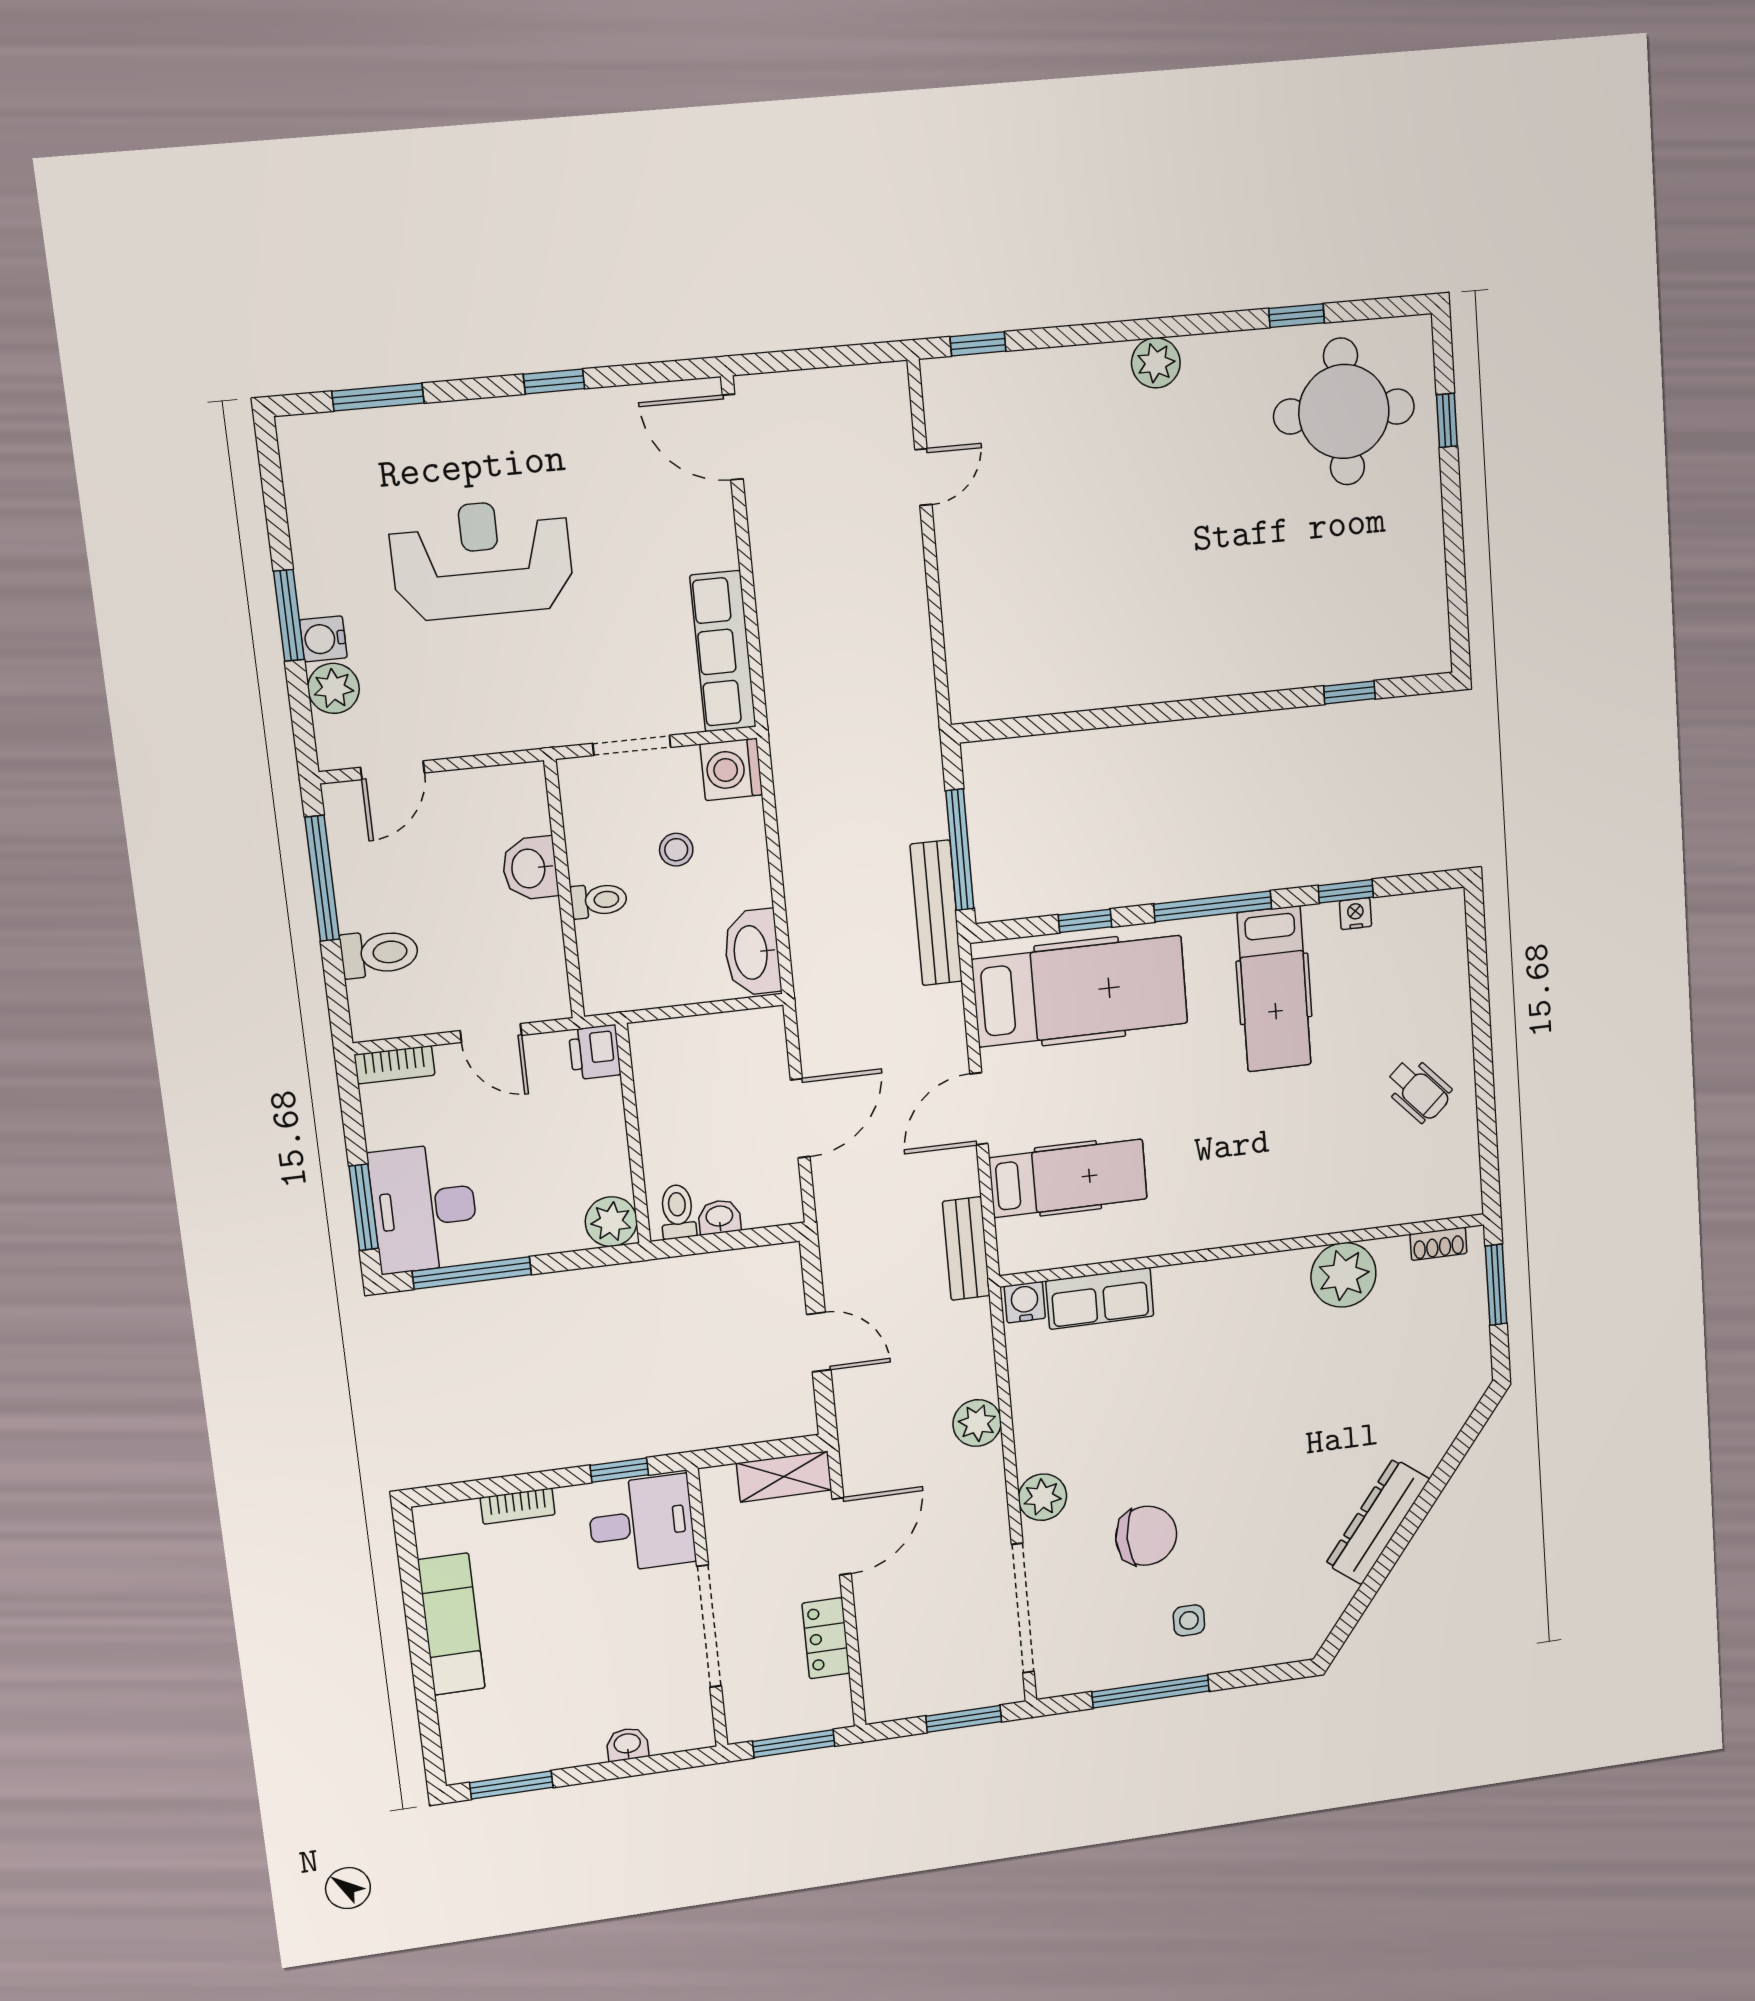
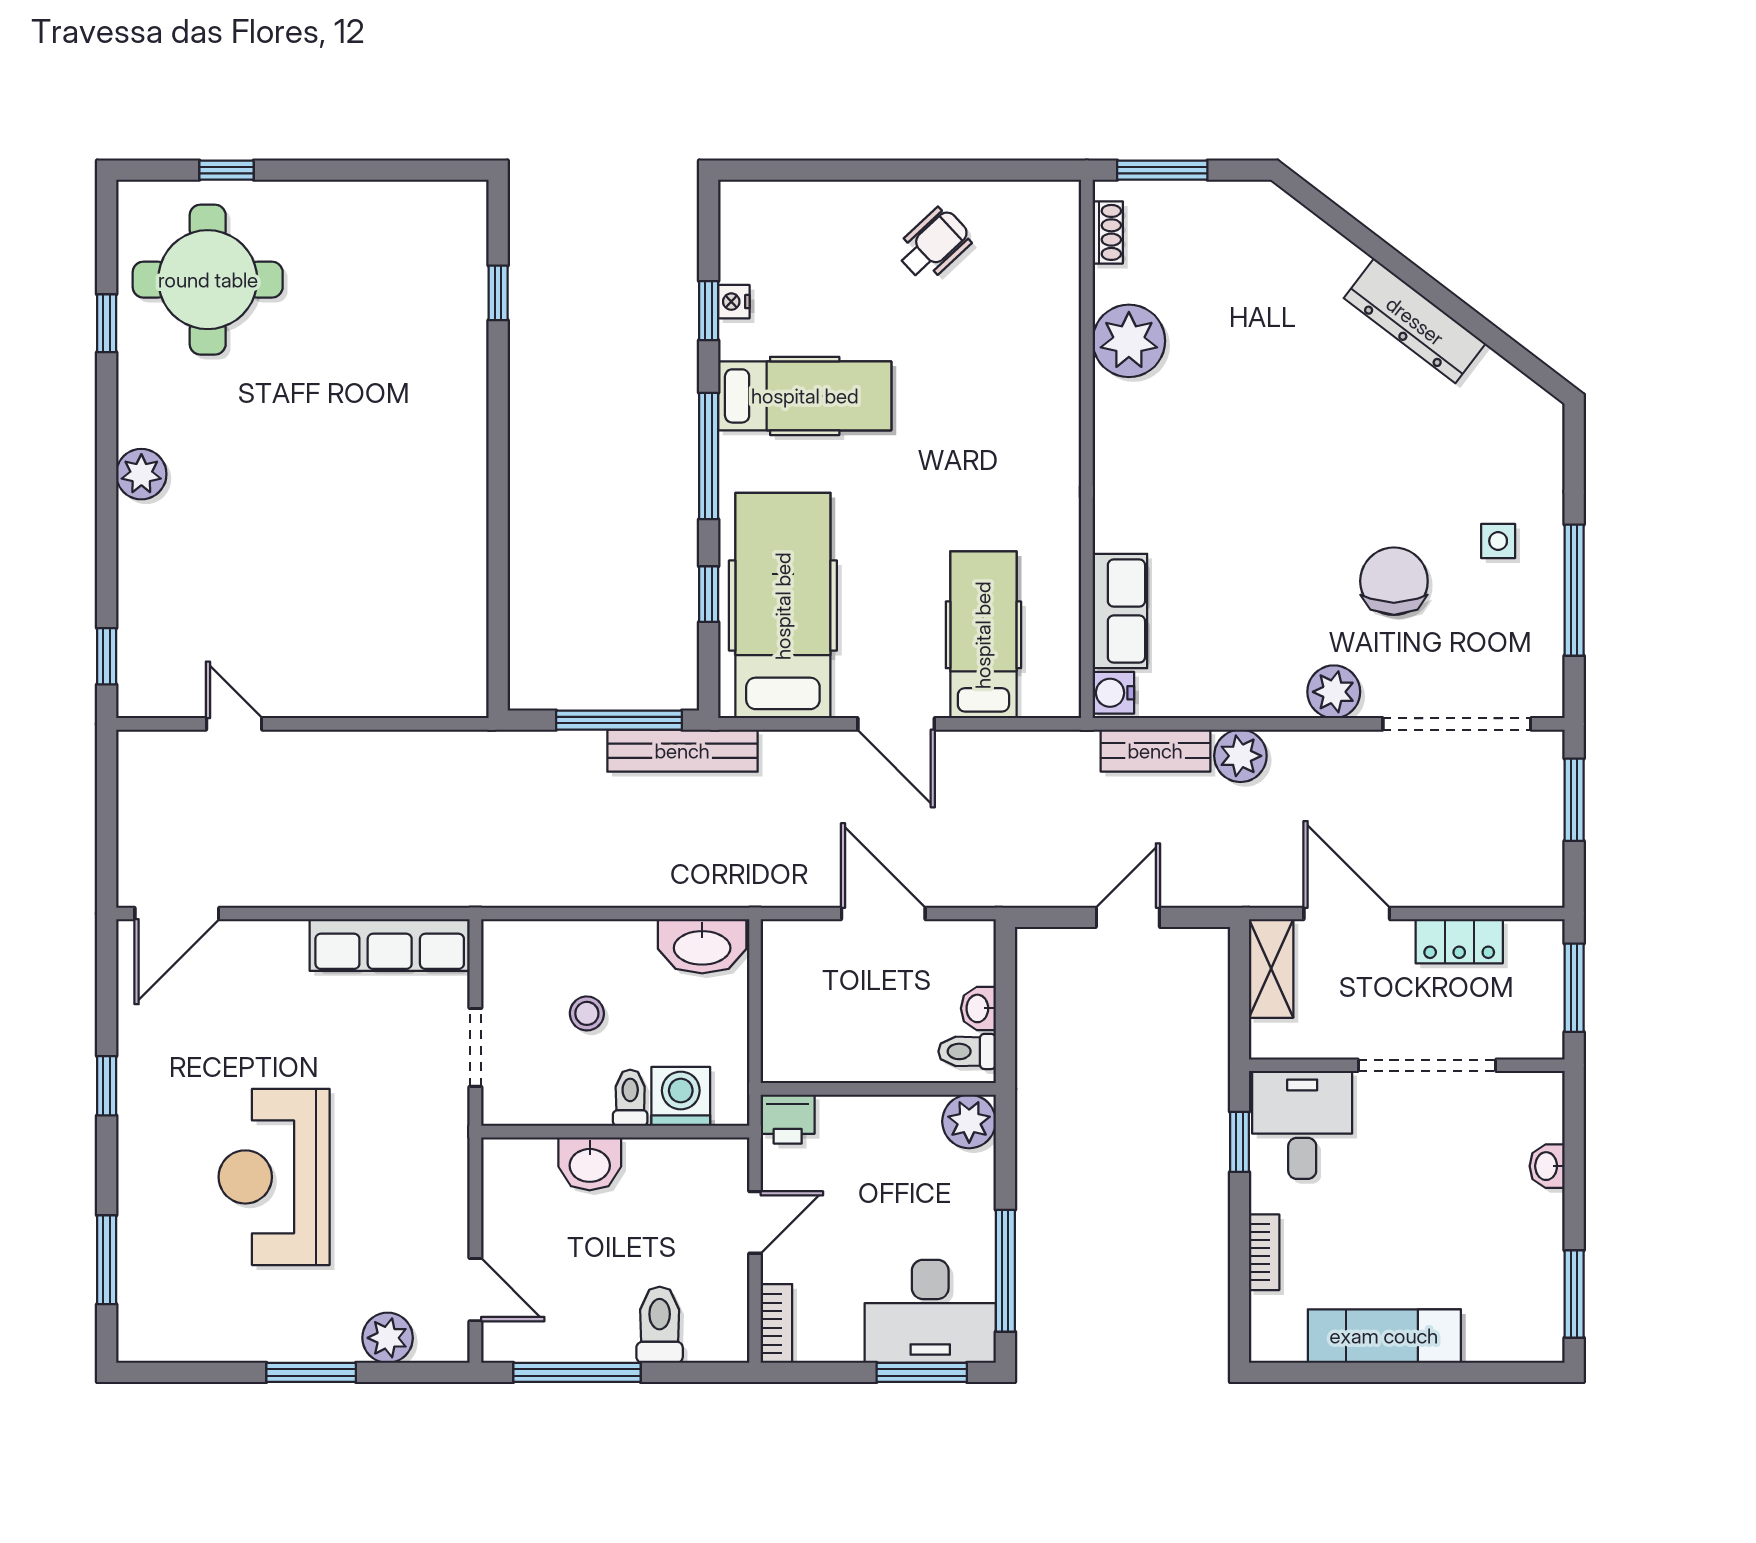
water cooler: (323, 639) -> (337, 1342), removed
washing machine: (731, 769) -> (681, 1096), moved, turned 180
bench: (966, 1249) -> (1155, 751), moved

